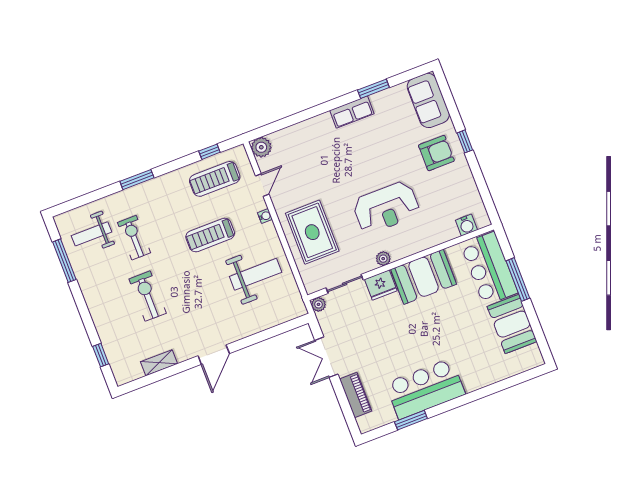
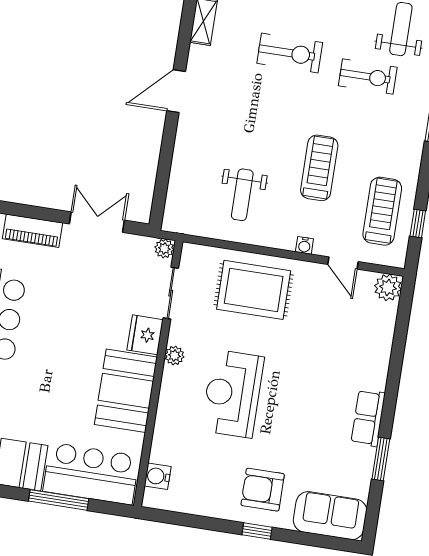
armchair: (436, 153) -> (263, 490), turned 90
weight bench: (256, 274) -> (242, 195), width x0.73, depth x0.75
door: (214, 355) -> (176, 91), hinge flipped

